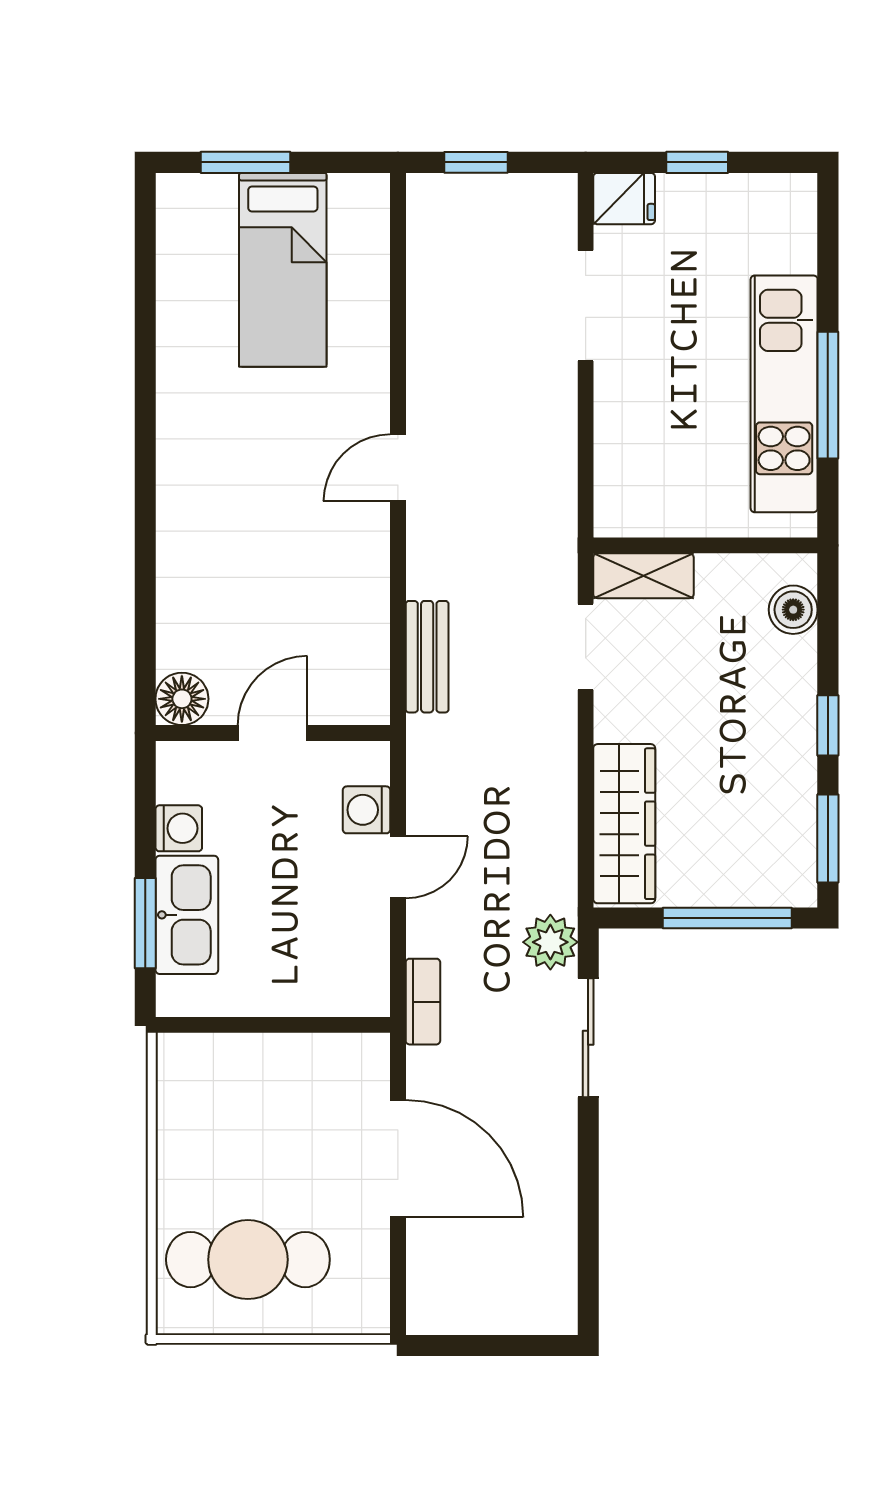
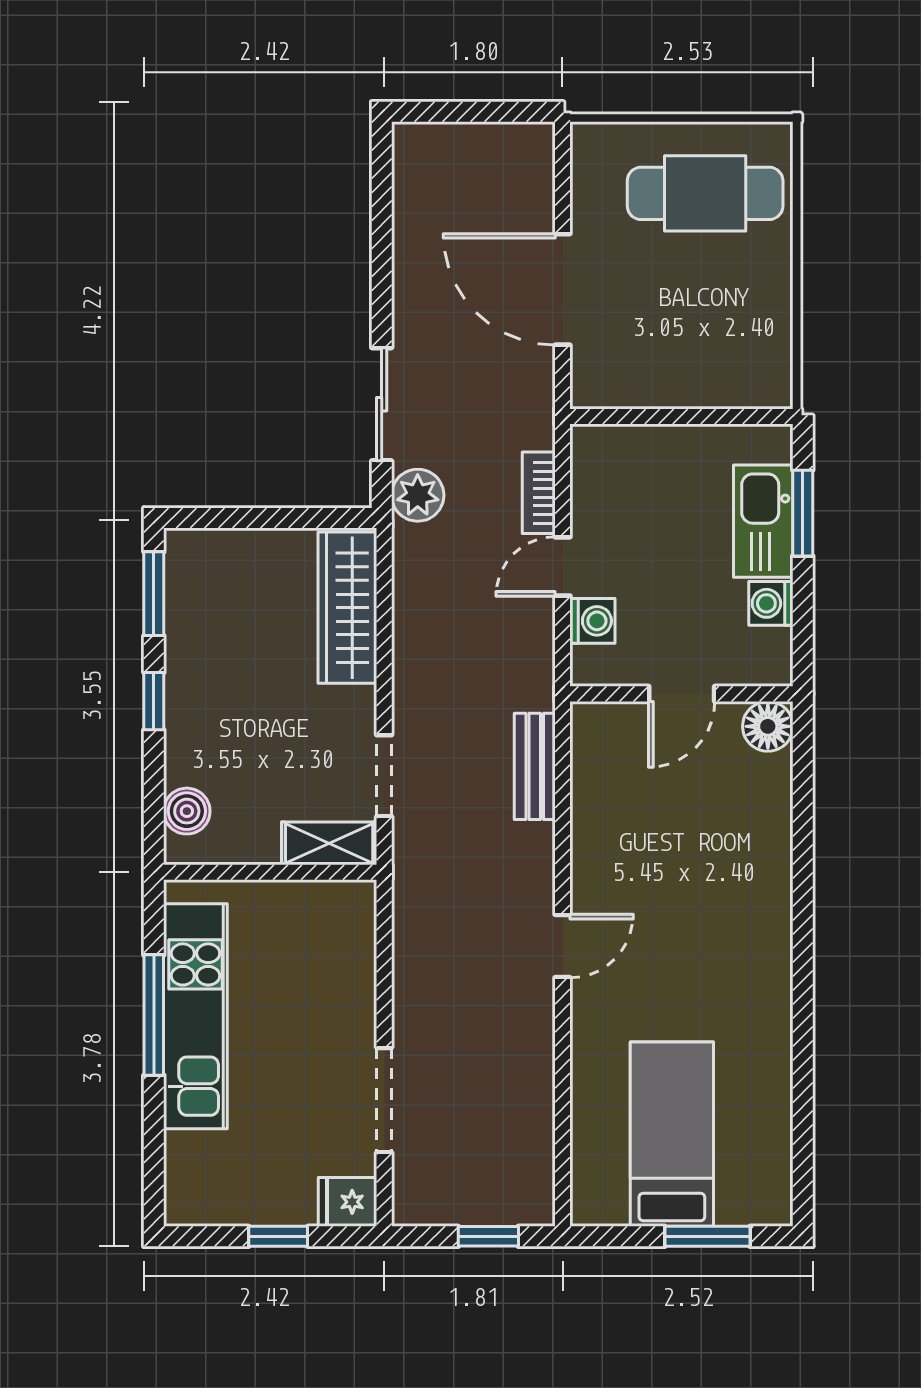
window: (727, 918) -> (250, 518), removed
bookcase: (423, 1002) -> (539, 493), moved

